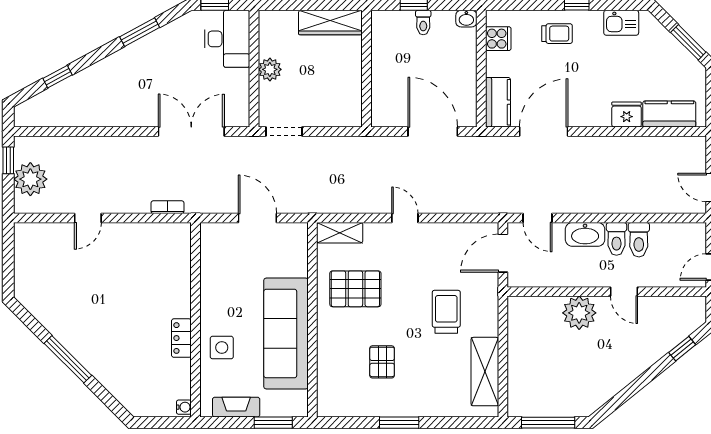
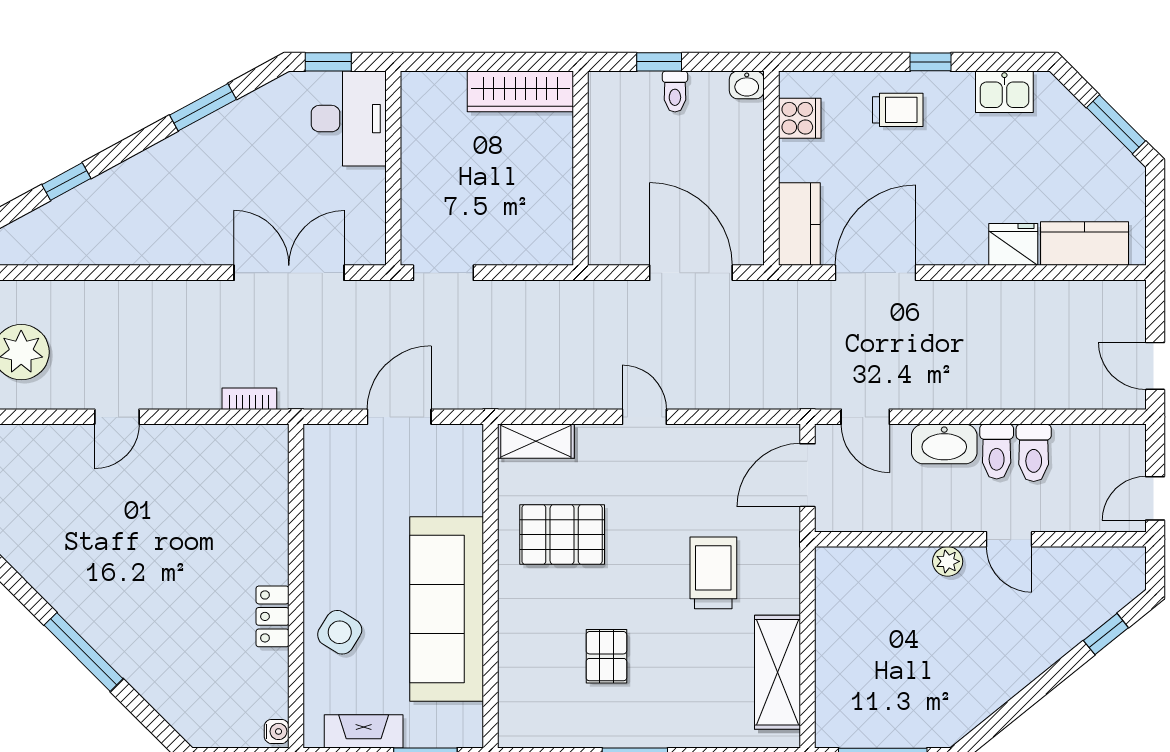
plant: (270, 69) -> (420, 170), removed
door: (257, 218) -> (399, 417), hinge flipped
plant: (579, 313) -> (948, 561), width x0.53, depth x0.53
side table: (222, 348) -> (340, 632), turned 32

